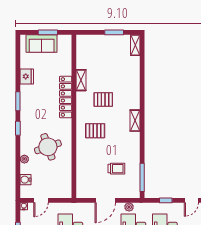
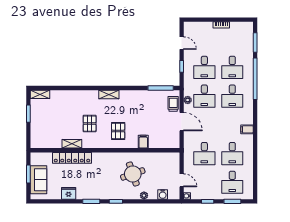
locker: (66, 97) -> (72, 158), moved
filing cabinet: (83, 158) -> (143, 142), added
trolley: (116, 169) -> (173, 104), moved

